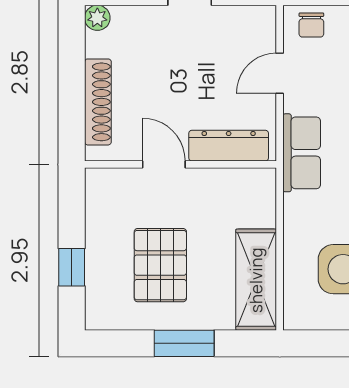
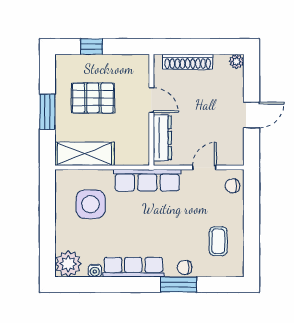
door: (280, 73) -> (204, 167), hinge flipped
row of seats: (302, 153) -> (147, 180), width x1.48
door: (164, 164) -> (151, 100), hinge flipped

